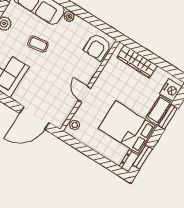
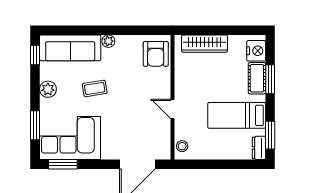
bed: (128, 128) -> (237, 115), width x0.67

